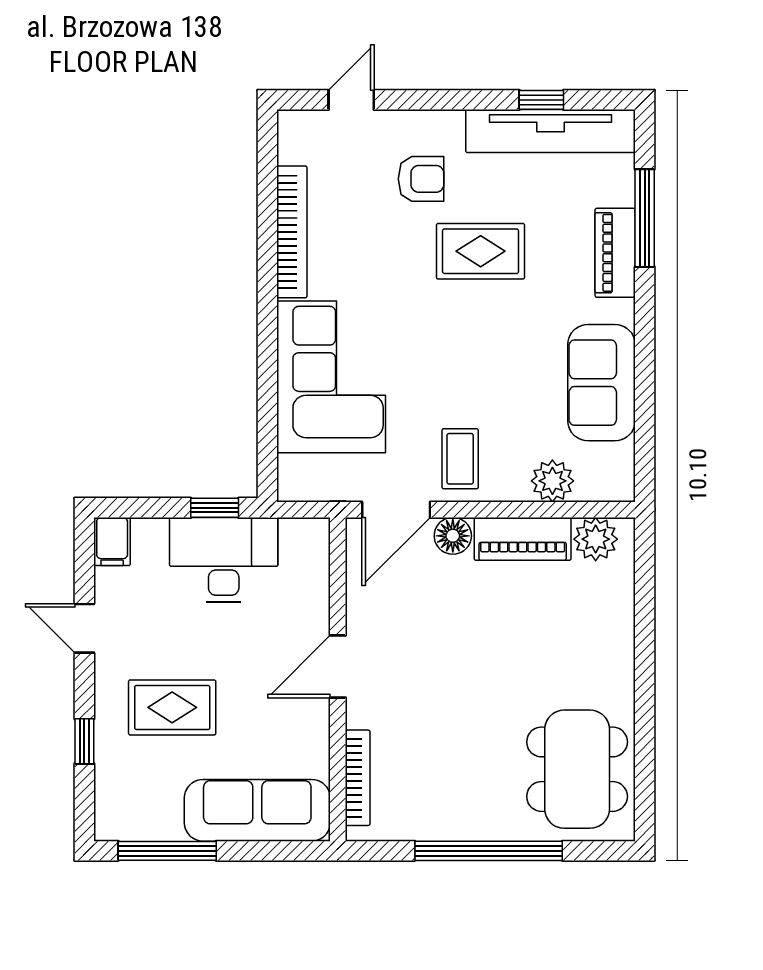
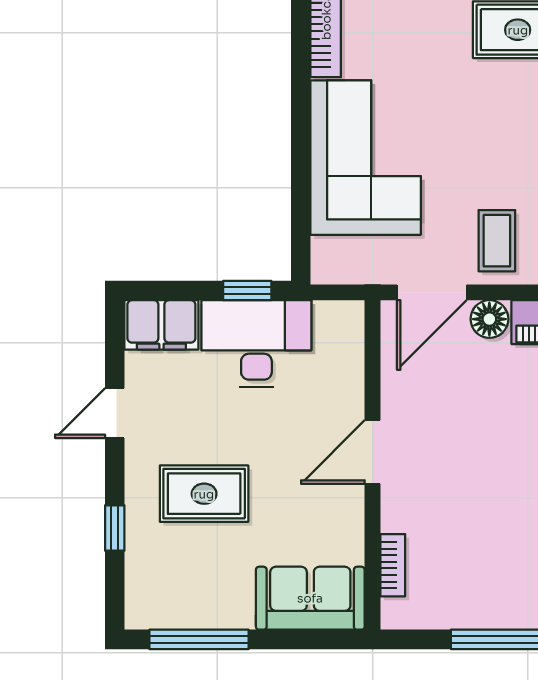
filing cabinet: (112, 542) -> (161, 325), width x2.00
door: (84, 628) -> (115, 413), hinge flipped
bookcase: (358, 778) -> (393, 565), width x0.64
sofa: (257, 810) -> (310, 598), width x0.73

